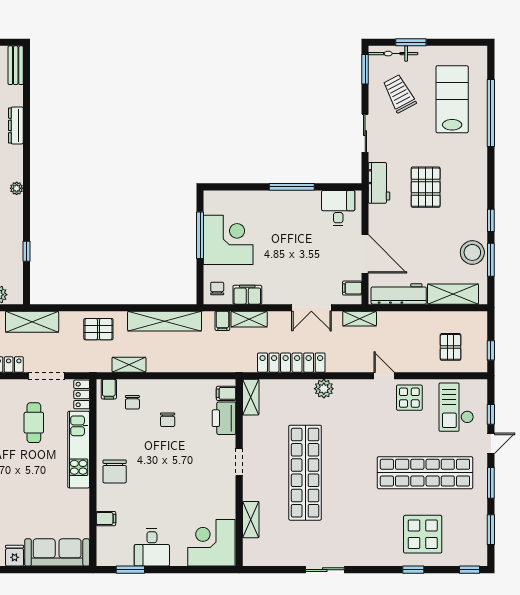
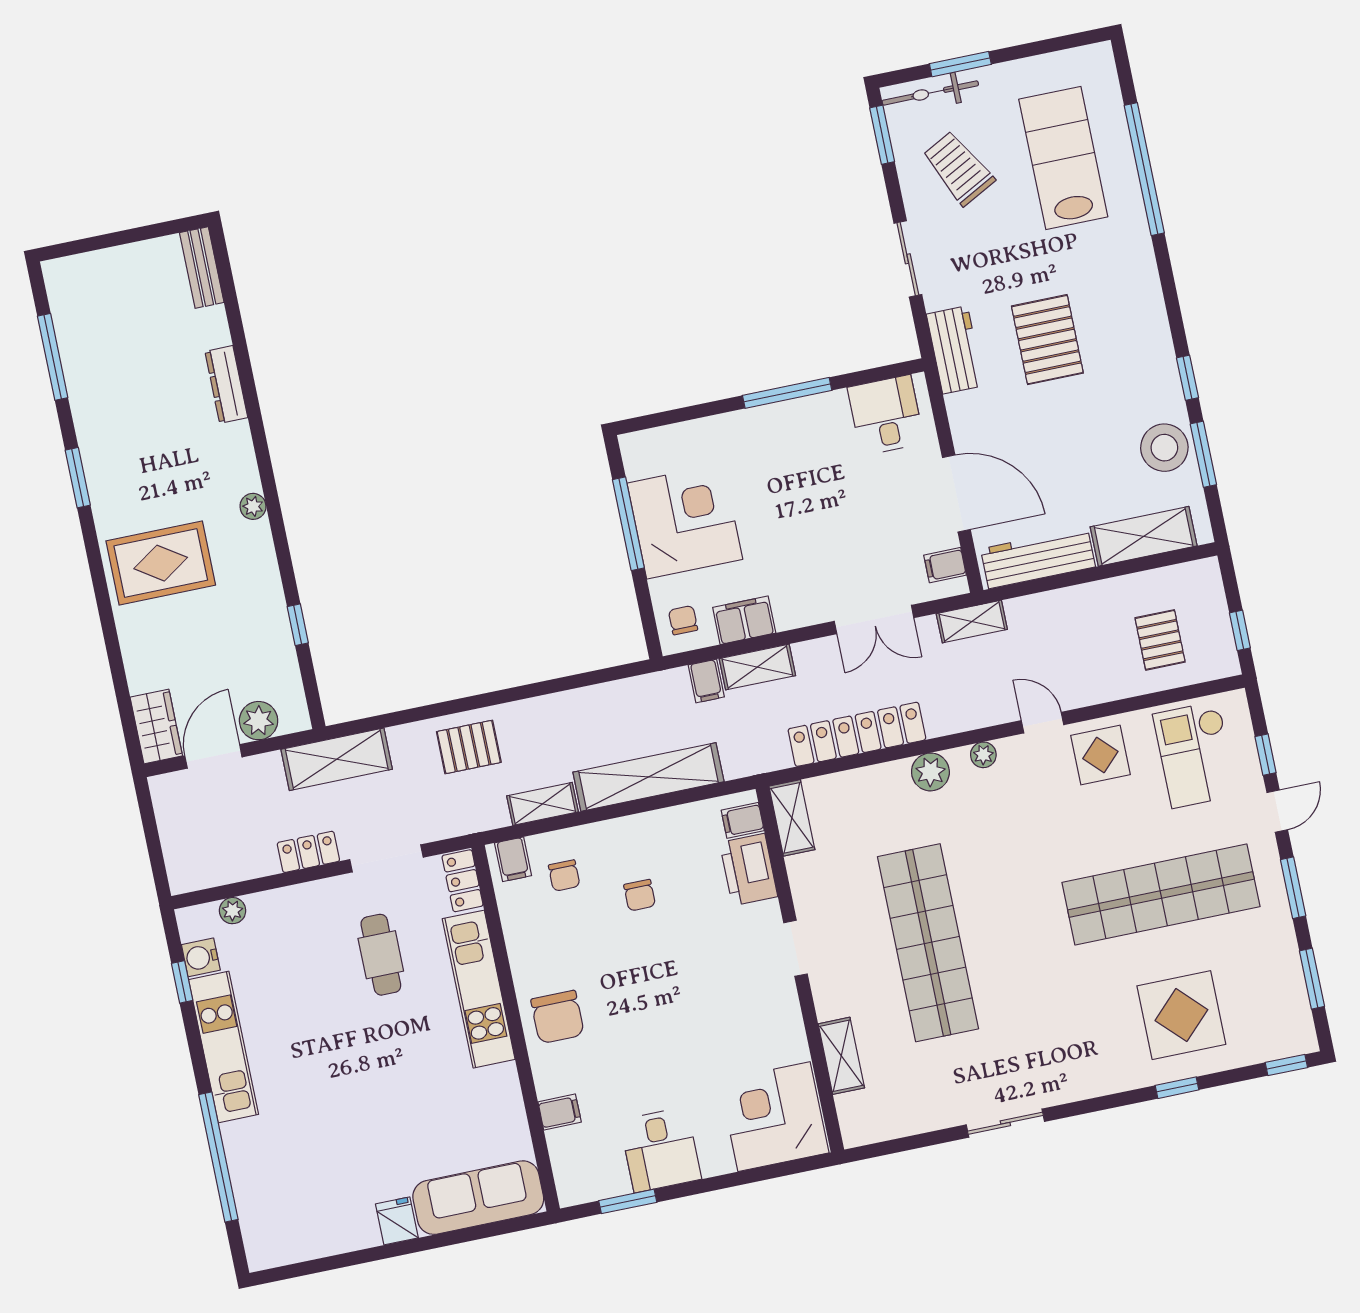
shelving: (165, 321) -> (648, 777), moved
plant: (352, 386) -> (983, 755), added

